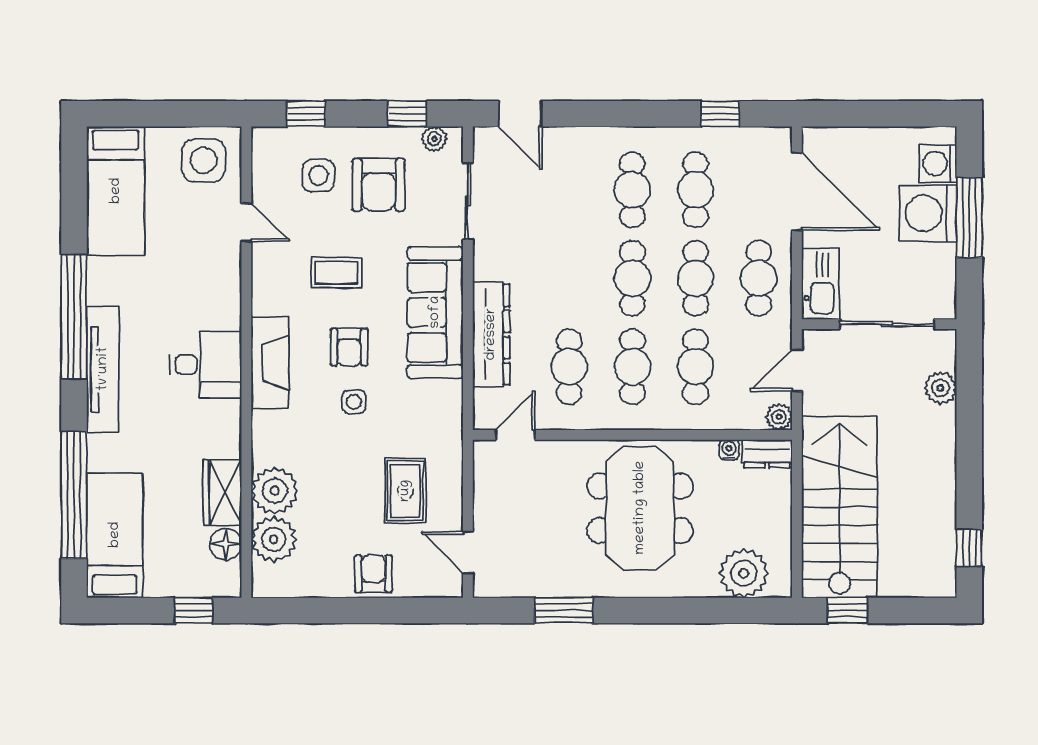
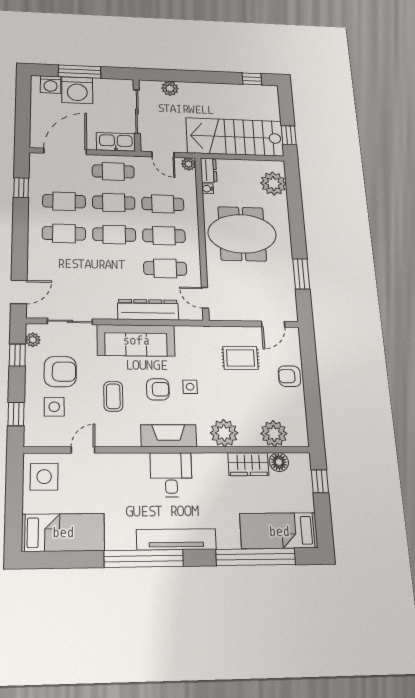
plant: (275, 491) -> (224, 433), moved

